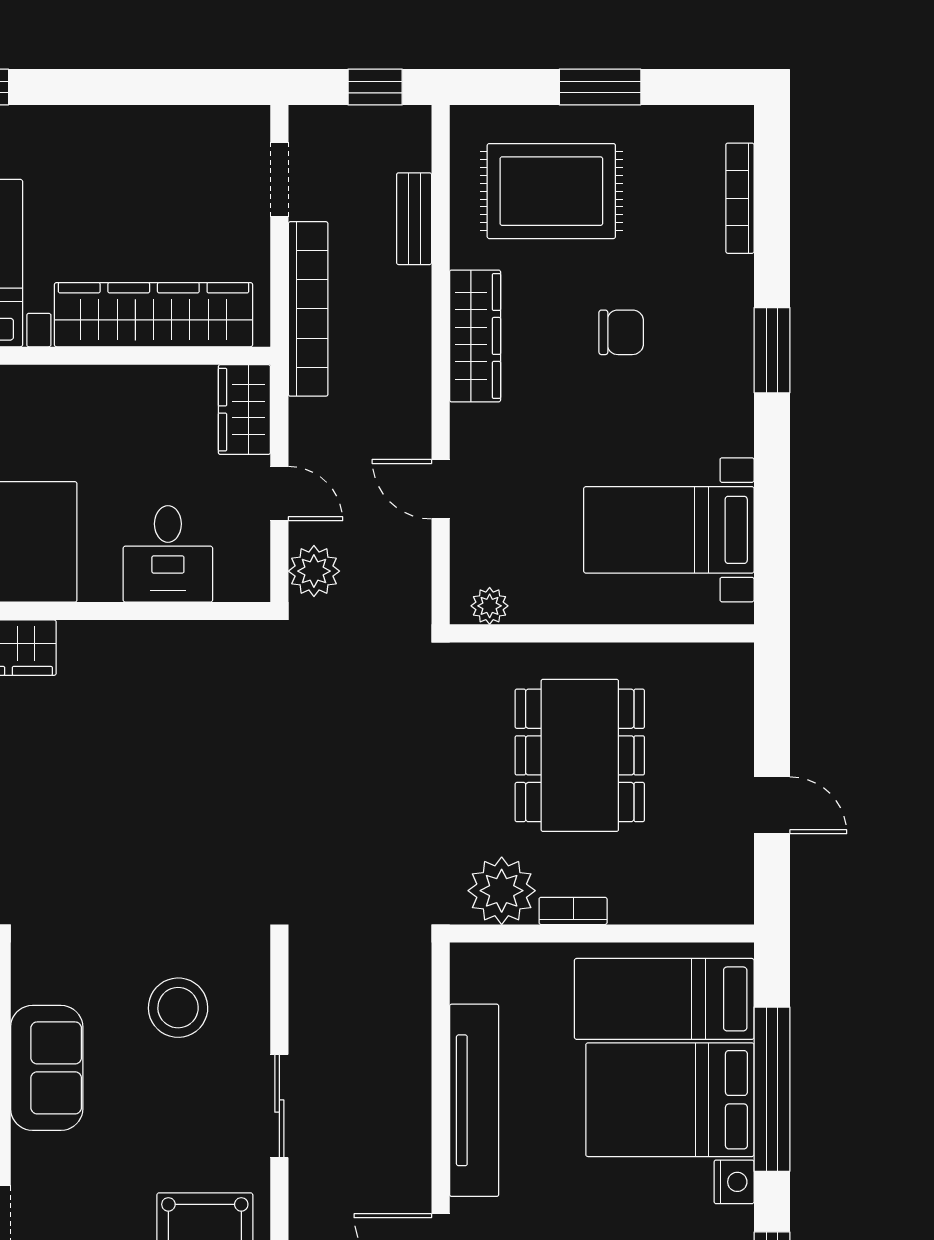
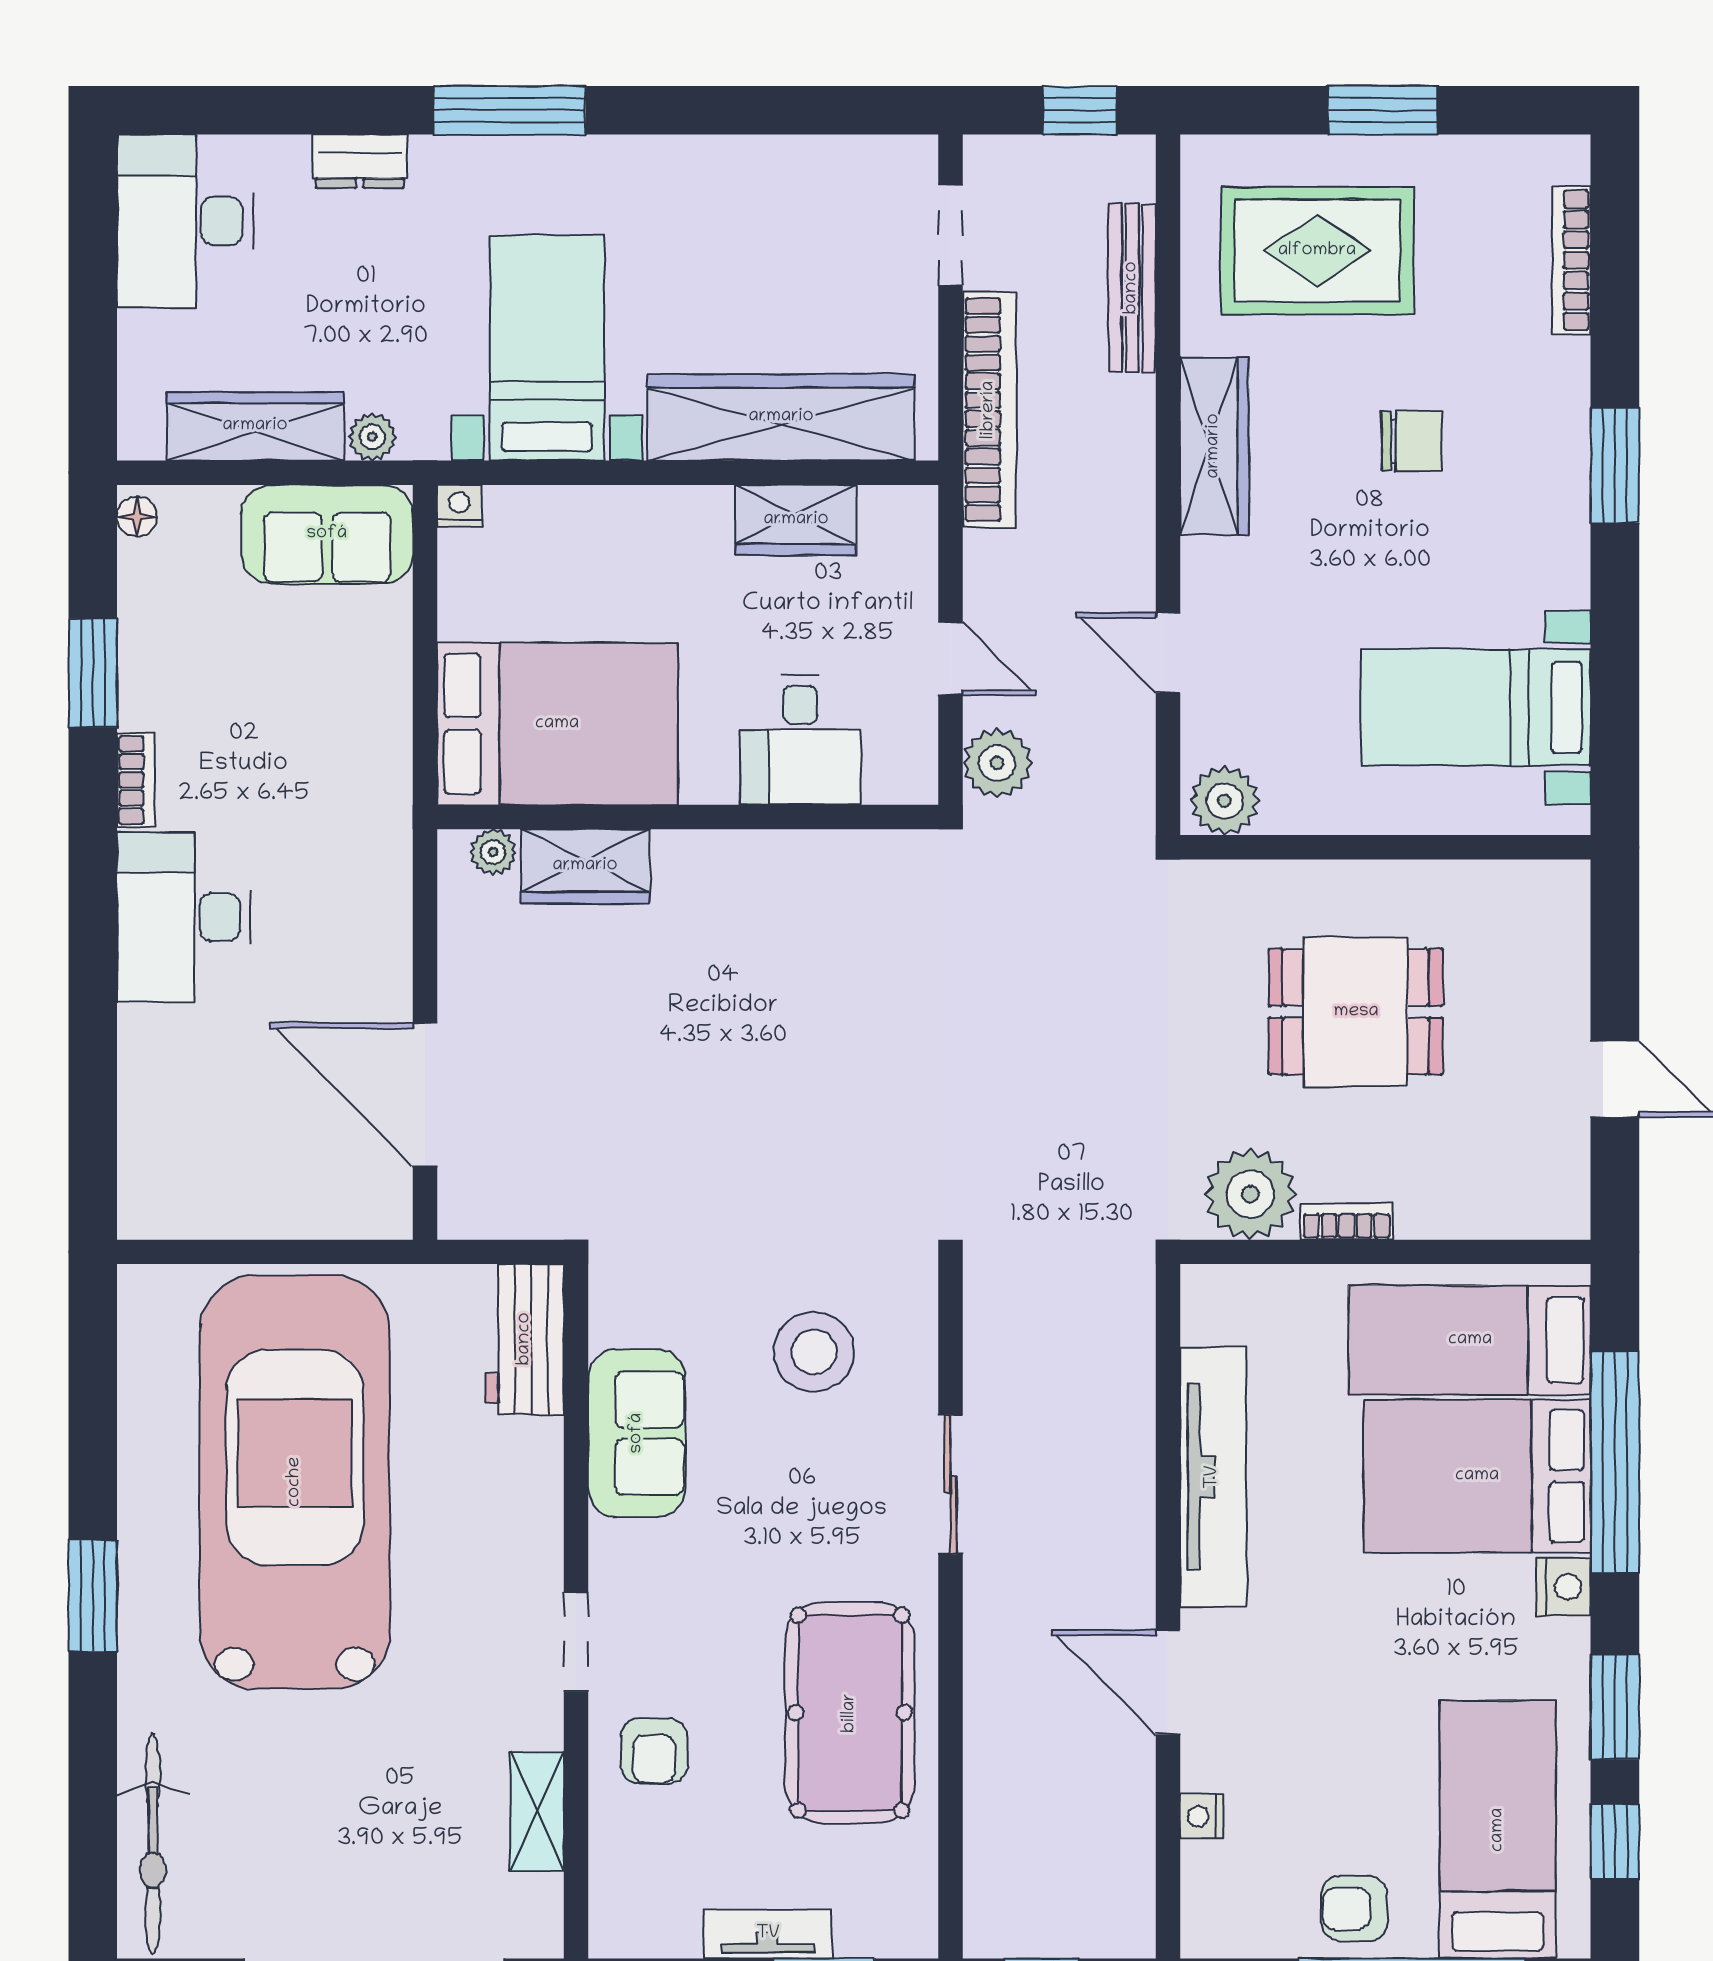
bench: (414, 219) -> (1132, 288), width x1.36
wardrobe: (244, 410) -> (796, 520), moved, turned -90
plant: (490, 606) -> (1225, 801), width x1.38, depth x1.38
dining table: (580, 755) -> (1356, 1012), width x0.73

